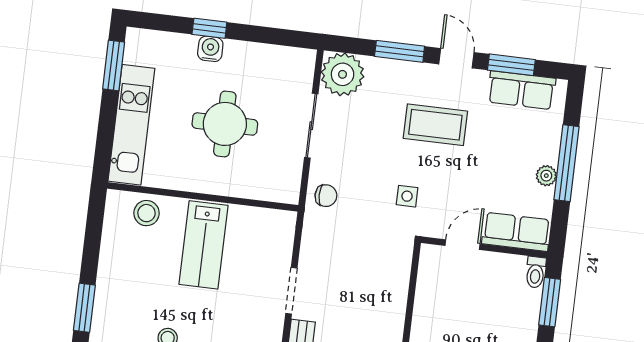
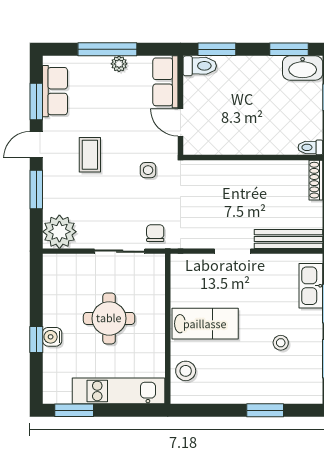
coffee table: (435, 125) -> (90, 155), width x0.73, depth x0.77
sliding door: (311, 126) -> (120, 251), moved
toilet: (536, 272) -> (200, 66), width x1.37, depth x1.39

